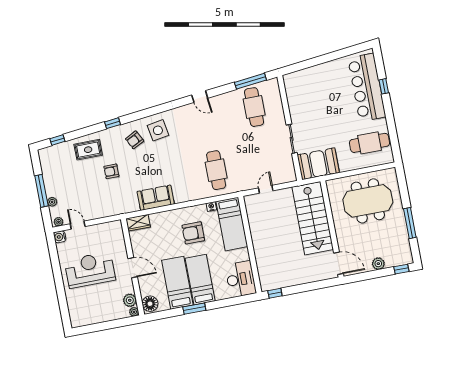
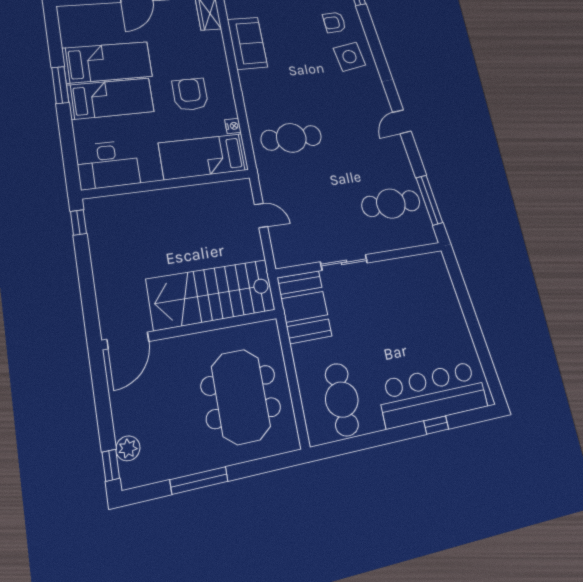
armchair: (135, 140) -> (334, 22), turned -67
plant: (378, 264) -> (128, 448), moved
floor lamp: (150, 304) -> (74, 17), removed

